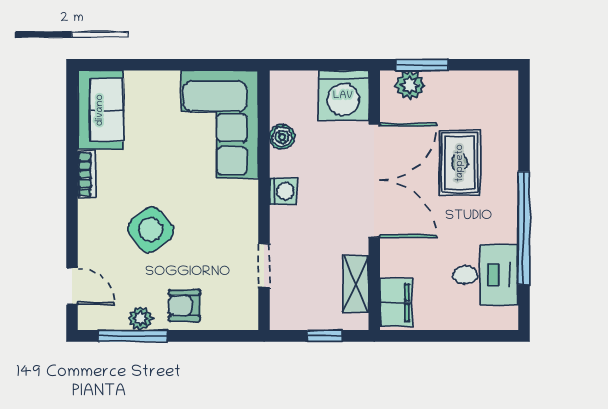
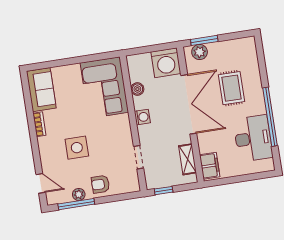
side table: (151, 230) -> (77, 148), turned 38
desk: (486, 275) -> (253, 138), width x1.37
window: (325, 336) -> (164, 191), moved

